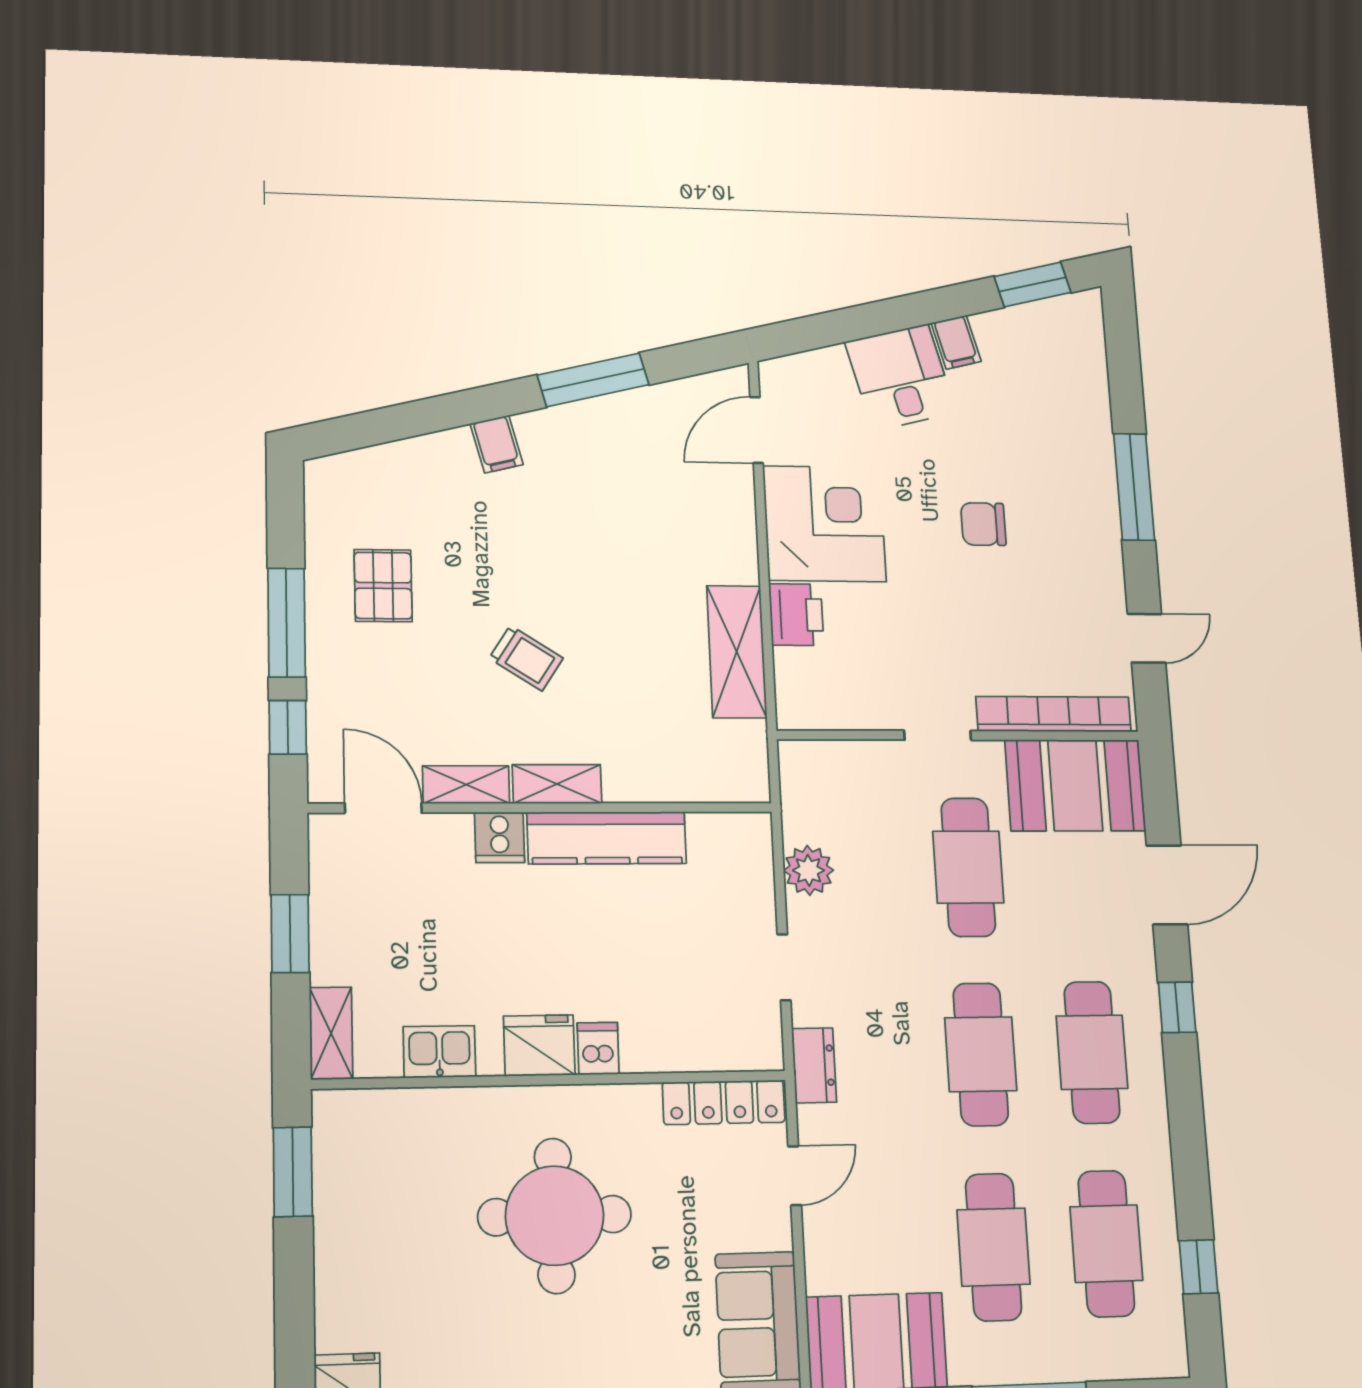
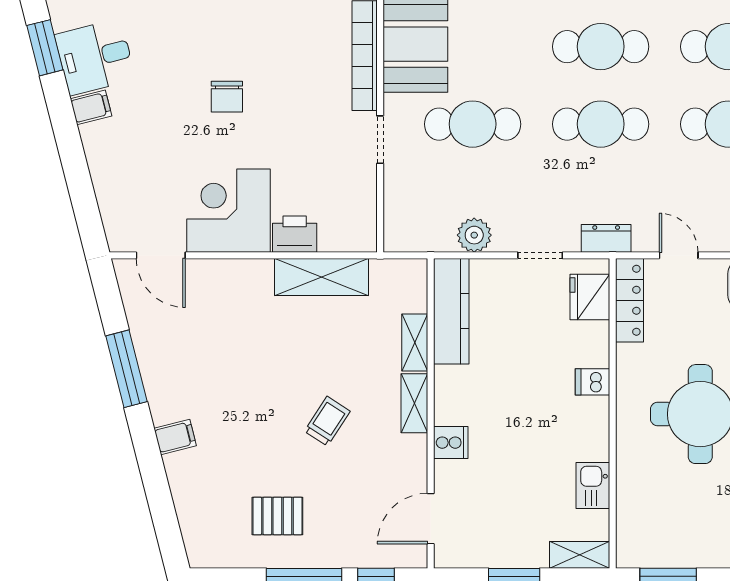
desk: (901, 377) -> (95, 57), moved
shelving: (466, 785) -> (415, 343), moved
kitchen counter: (607, 838) -> (451, 311), moved
fridge: (539, 1045) -> (590, 297), moved

